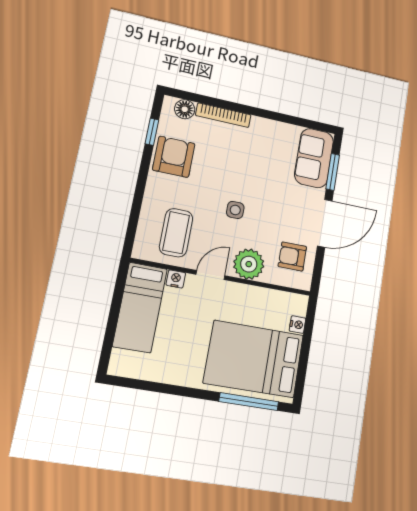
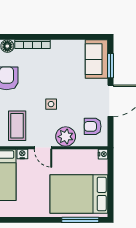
door: (211, 275) -> (43, 148), swing flipped
nightstand: (298, 325) -> (103, 154), moved

